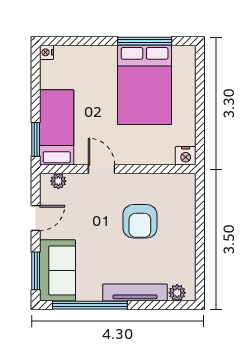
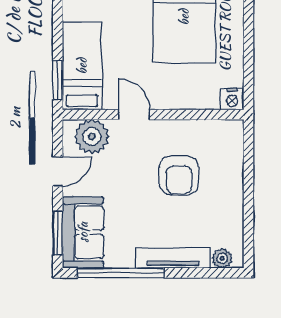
plant: (58, 181) -> (92, 137), width x1.88, depth x1.88

